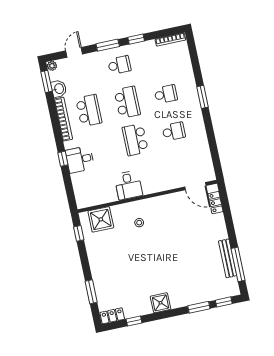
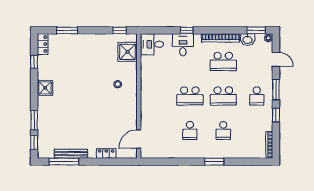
school desk: (135, 140) -> (190, 96), turned 180
desk: (128, 185) -> (152, 44), moved
locker: (215, 203) -> (106, 153), moved

